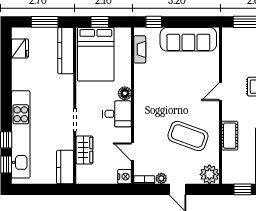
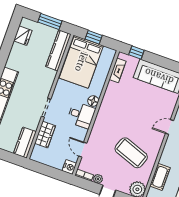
cot: (230, 136) -> (160, 177), moved

